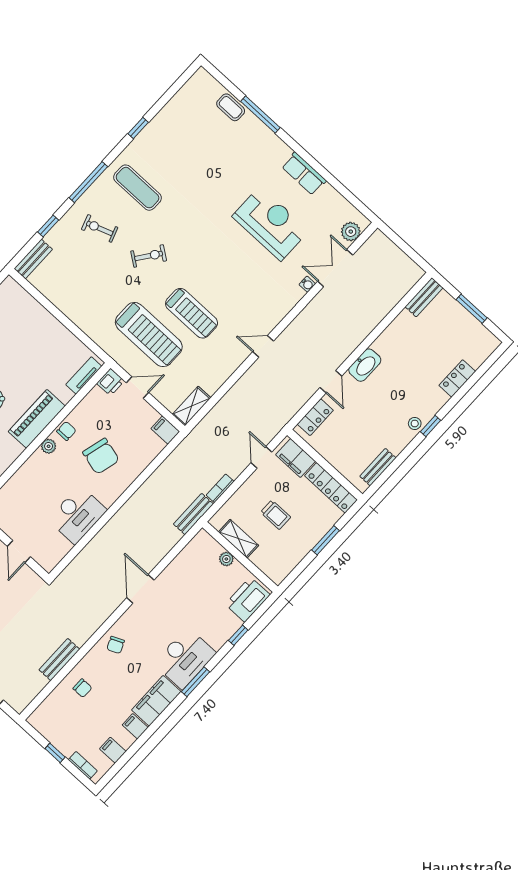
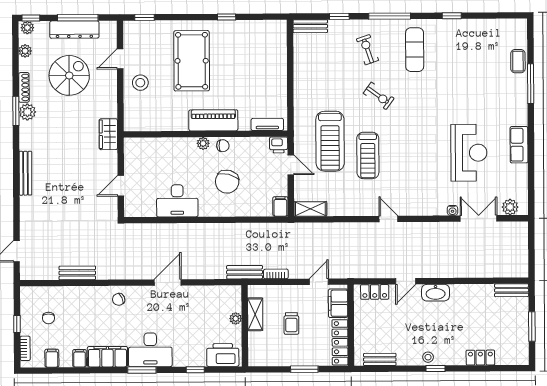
chair: (82, 688) -> (48, 318), moved

